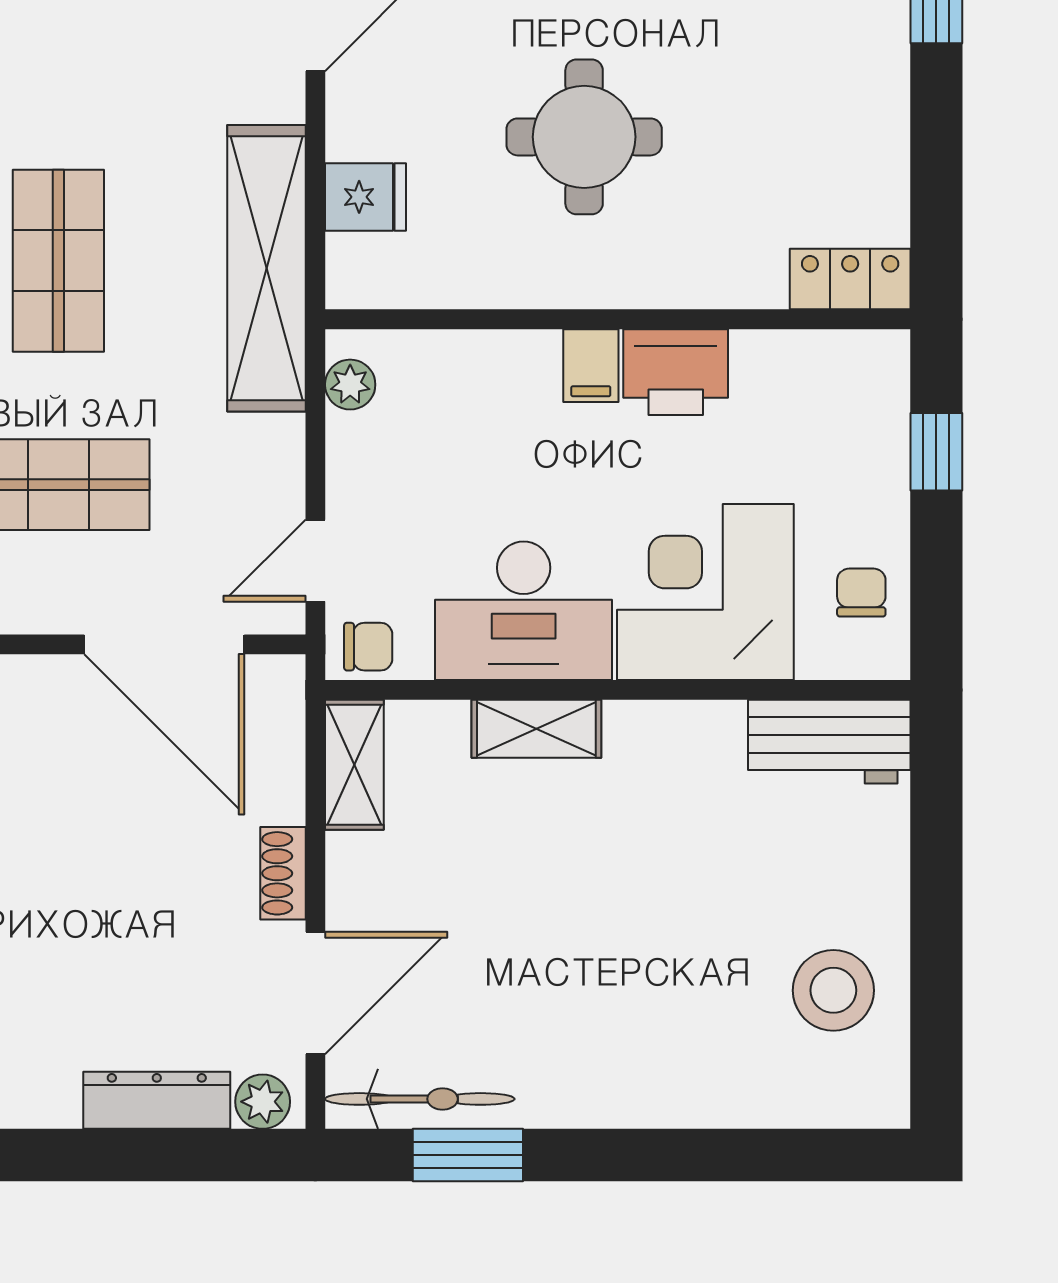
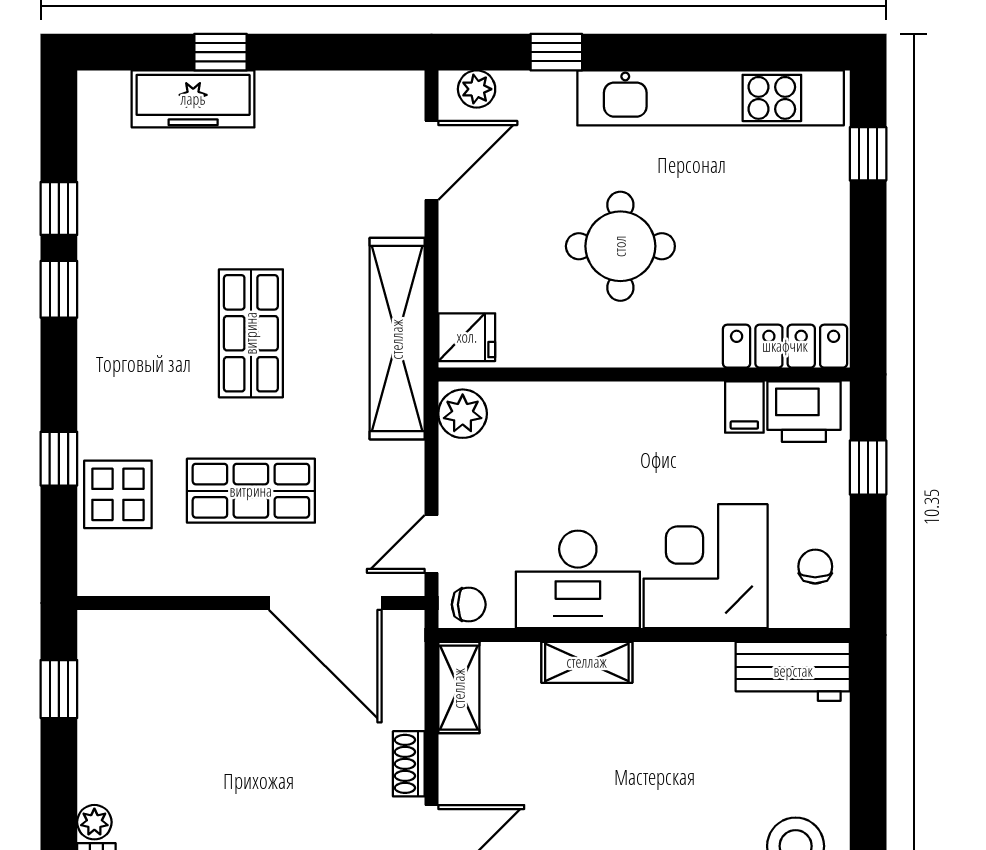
fridge: (365, 197) -> (467, 337), moved
locker: (850, 279) -> (785, 346), width x1.53
filing cabinet: (591, 366) -> (744, 407), moved
printer: (676, 372) -> (804, 412), moved
plant: (350, 385) -> (463, 414), width x1.38, depth x1.38

